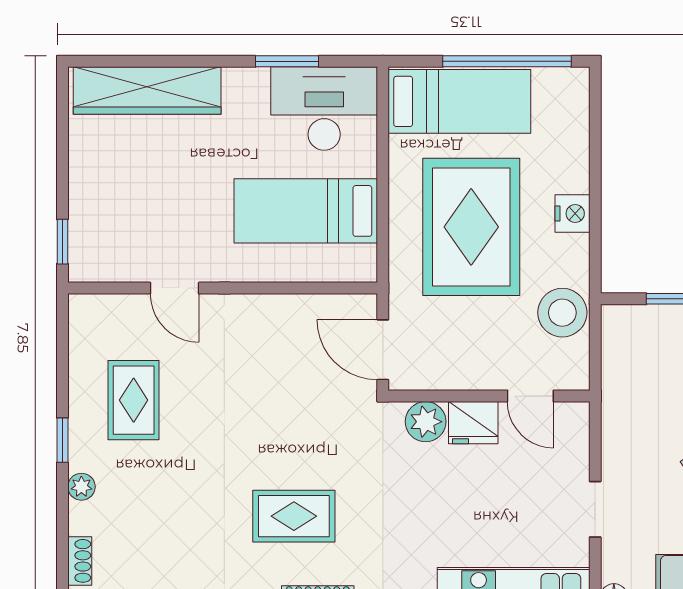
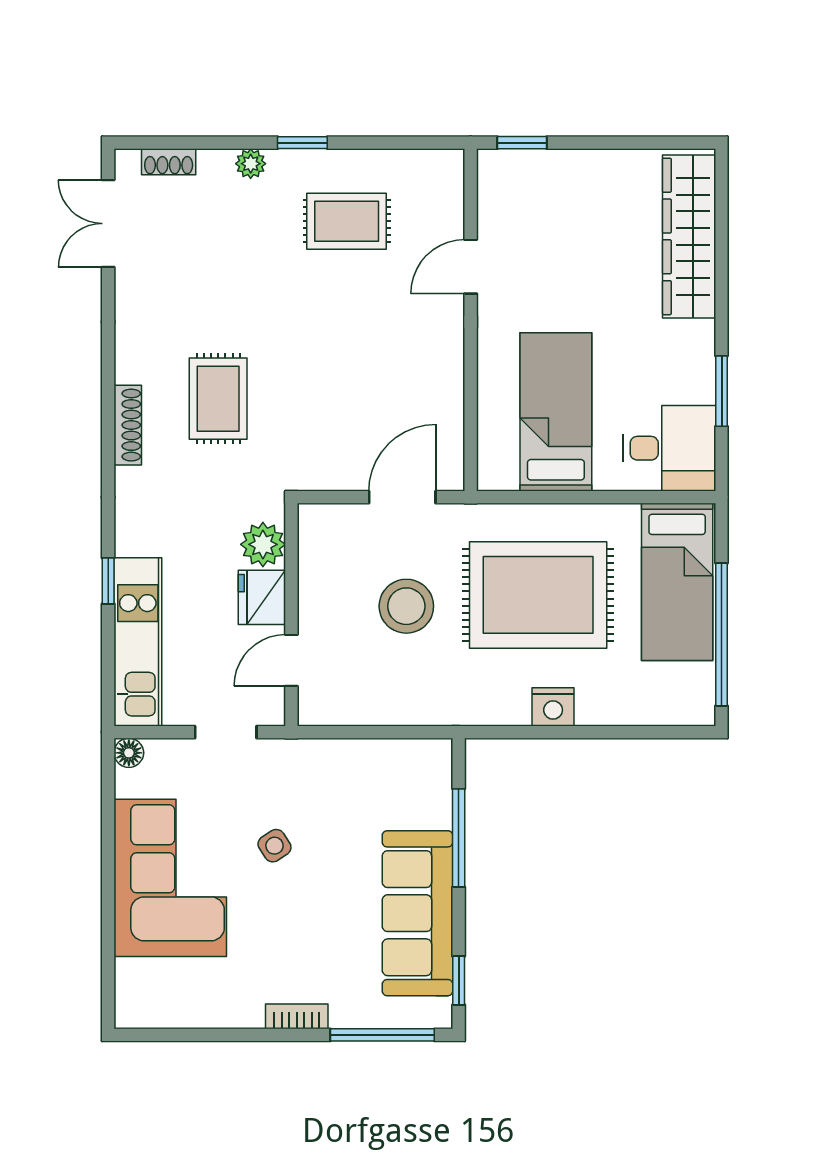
desk: (324, 109) -> (669, 448), width x0.73
stool: (562, 313) -> (406, 606), moved
wall: (489, 396) -> (291, 615), moved
door: (530, 396) -> (291, 660), moved
plant: (426, 422) -> (263, 544), moved
fridge: (473, 423) -> (262, 597), moved

